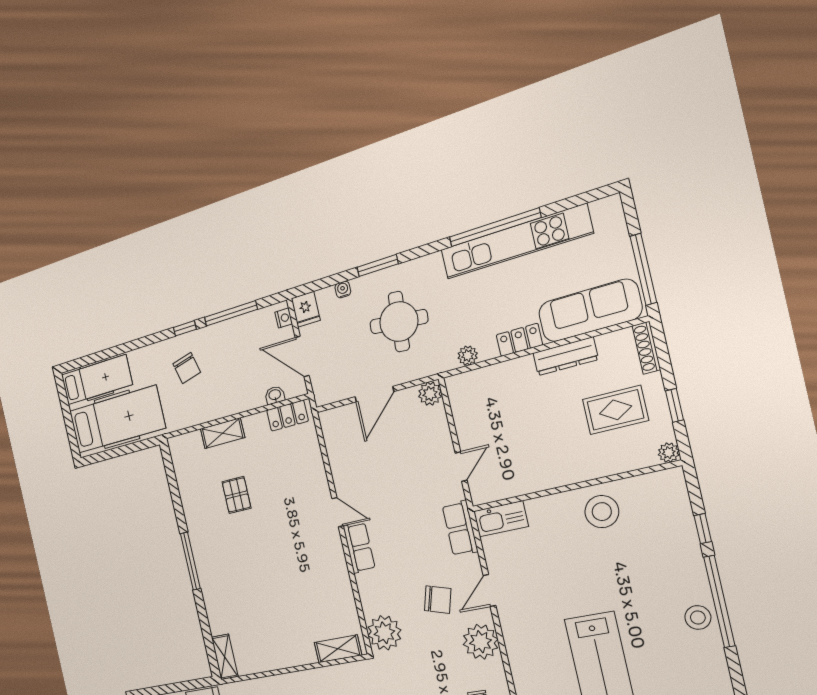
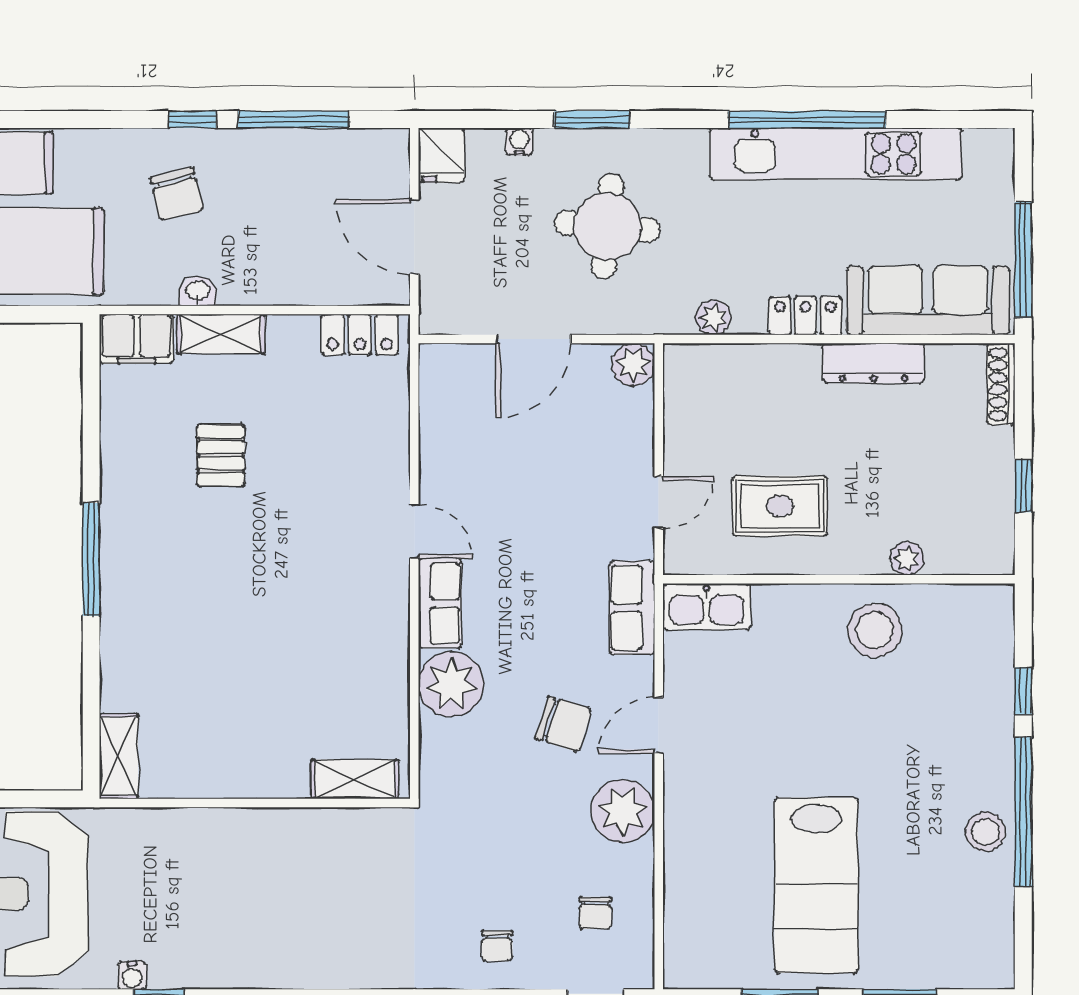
nightstand: (284, 318) -> (396, 158), removed
washbasin: (275, 395) -> (198, 291), moved
rug: (615, 410) -> (780, 506), moved
filing cabinet: (185, 446) -> (137, 339), added
plant: (669, 453) -> (907, 559), moved
plant: (384, 633) -> (451, 684), moved

